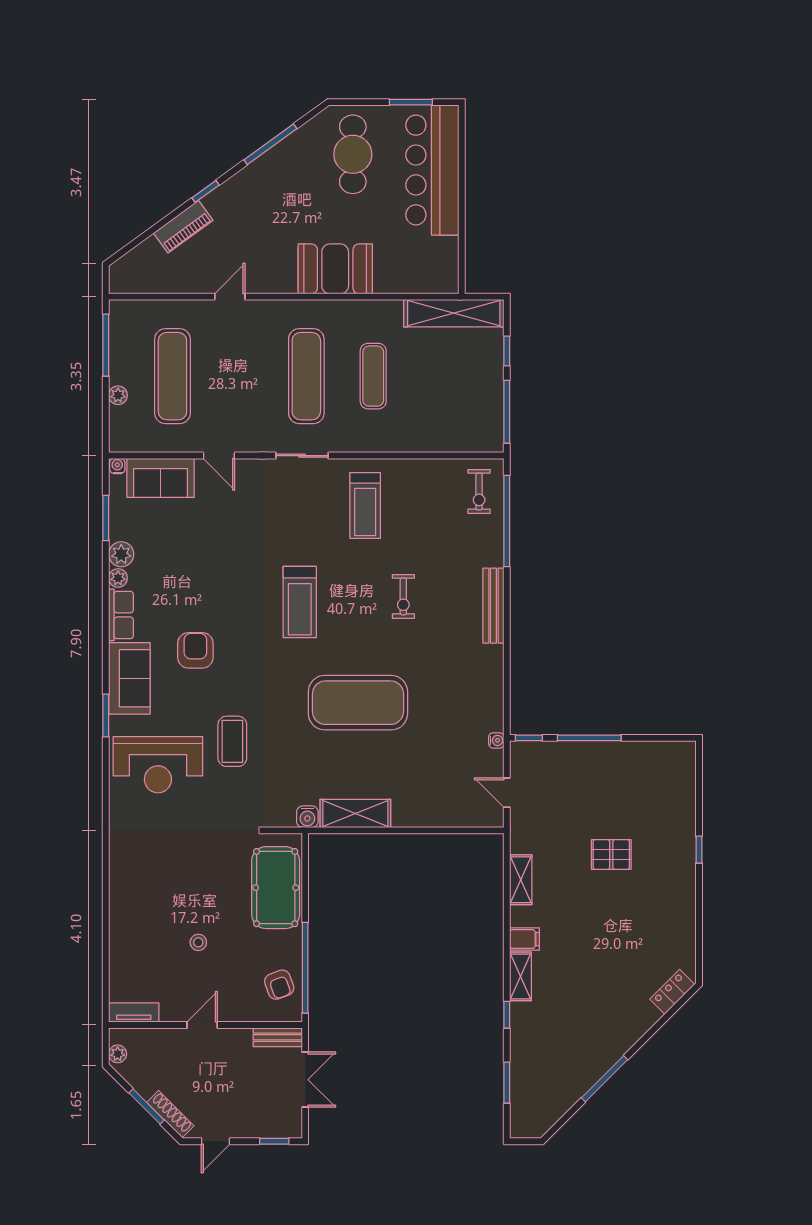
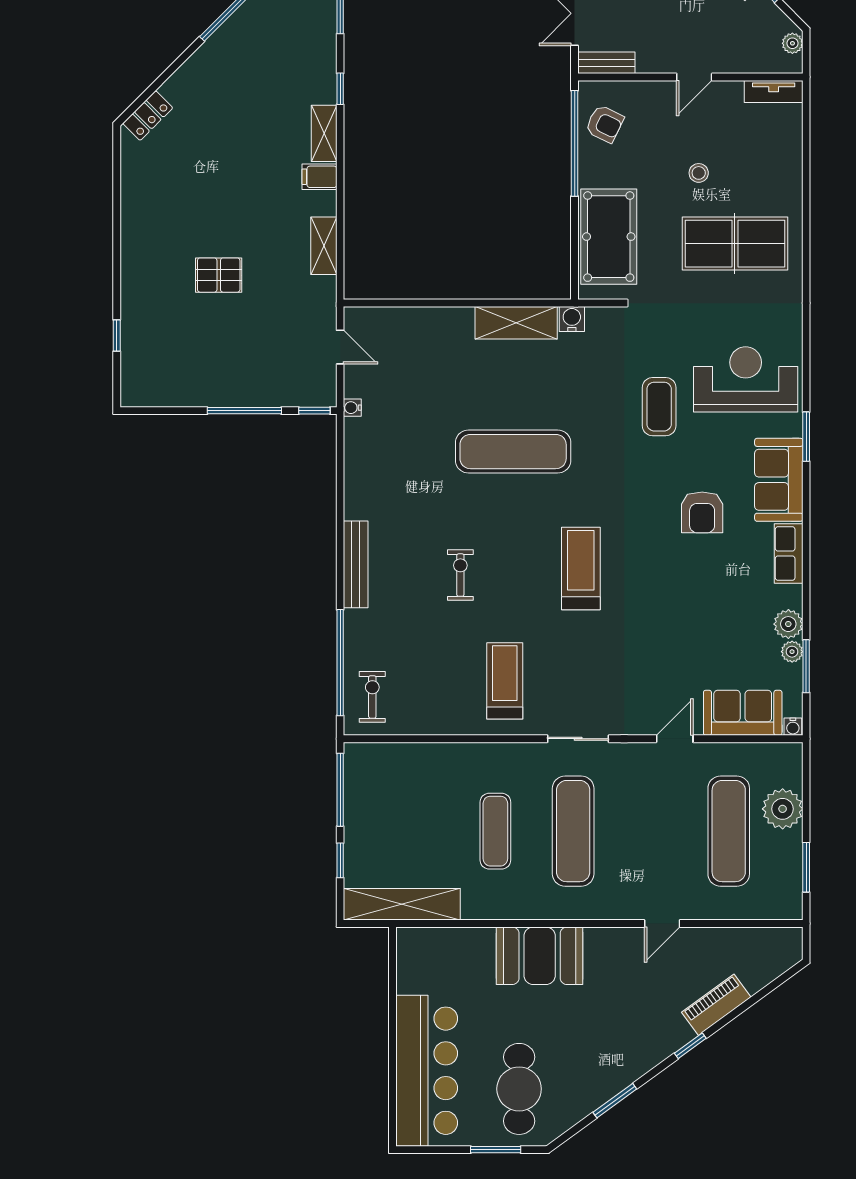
window: (411, 102) -> (496, 1150), moved
window: (270, 144) -> (615, 1101), width x0.69
window: (106, 345) -> (806, 867), width x0.69
plant: (118, 395) -> (783, 809), width x1.87, depth x1.87
door: (219, 456) -> (675, 739), hinge flipped
plant: (118, 578) -> (792, 652), moved
exercise mat: (358, 703) -> (513, 452), width x0.68
window: (699, 850) -> (117, 336), moved
table tennis table: (167, 882) -> (735, 244), added
armchair: (279, 985) -> (605, 124), turned 136

